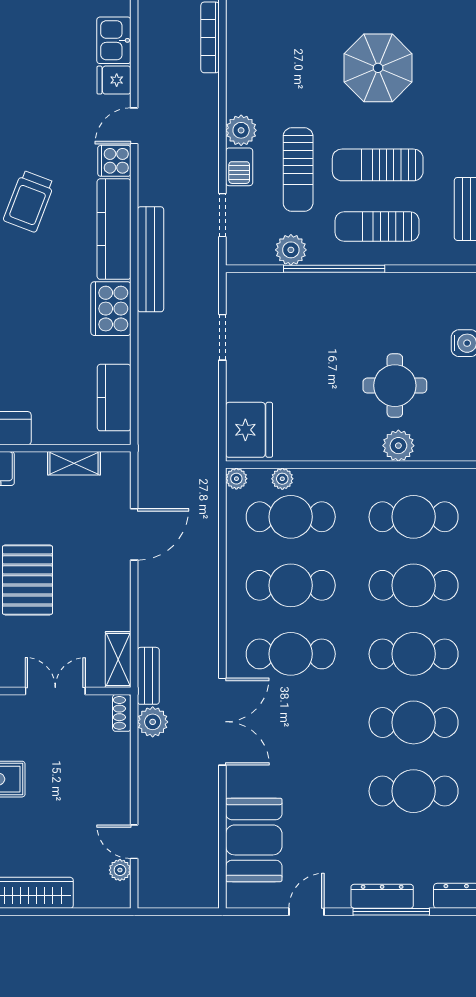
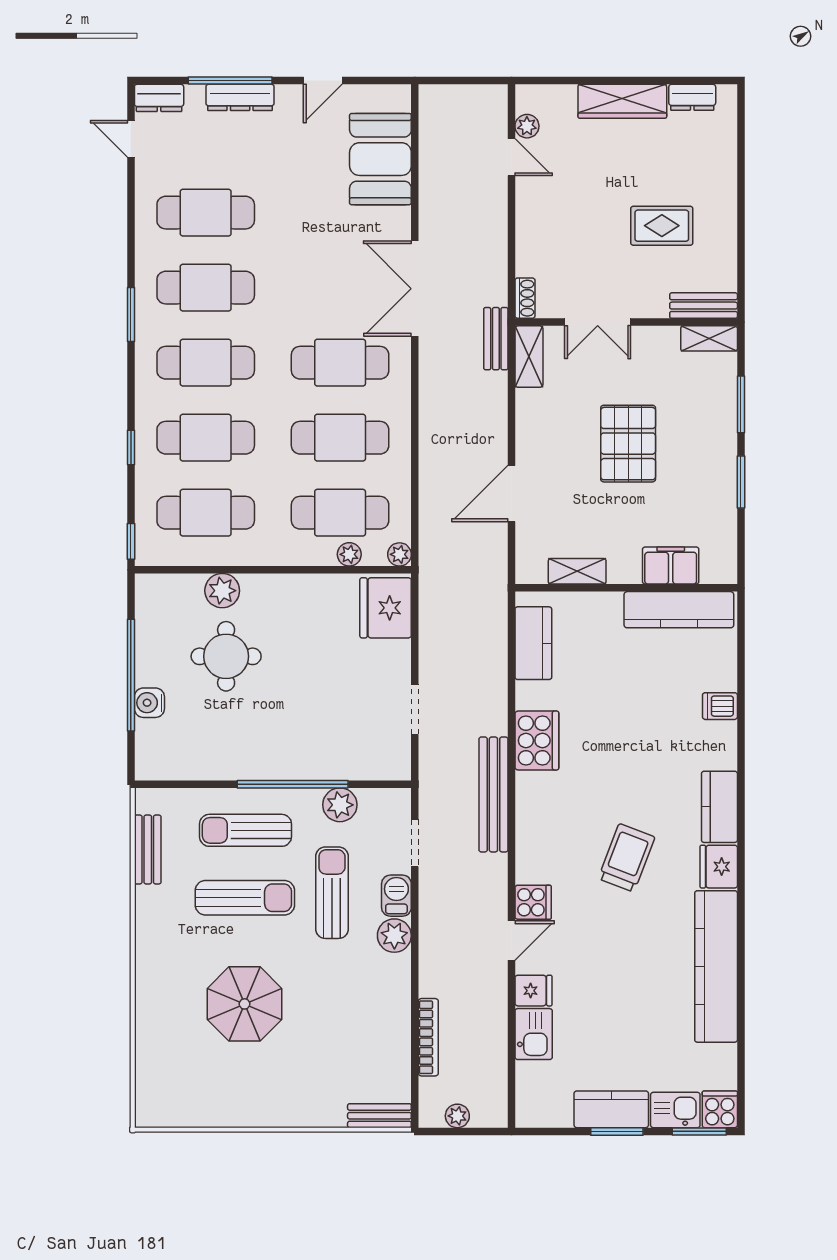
sun lounger: (377, 226) -> (246, 830), turned 180
kitchen counter: (114, 229) -> (533, 828), removed
plant: (153, 722) -> (491, 288), removed

